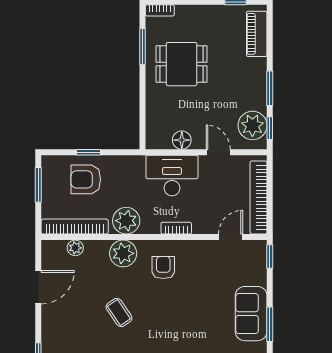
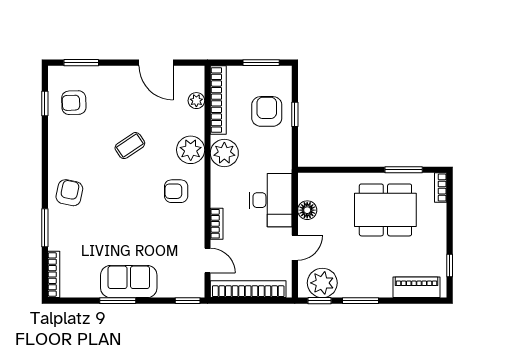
dining table: (182, 64) -> (385, 210), width x1.38
bookcase: (176, 228) -> (217, 224), moved
armchair: (163, 268) -> (176, 191), turned 180

